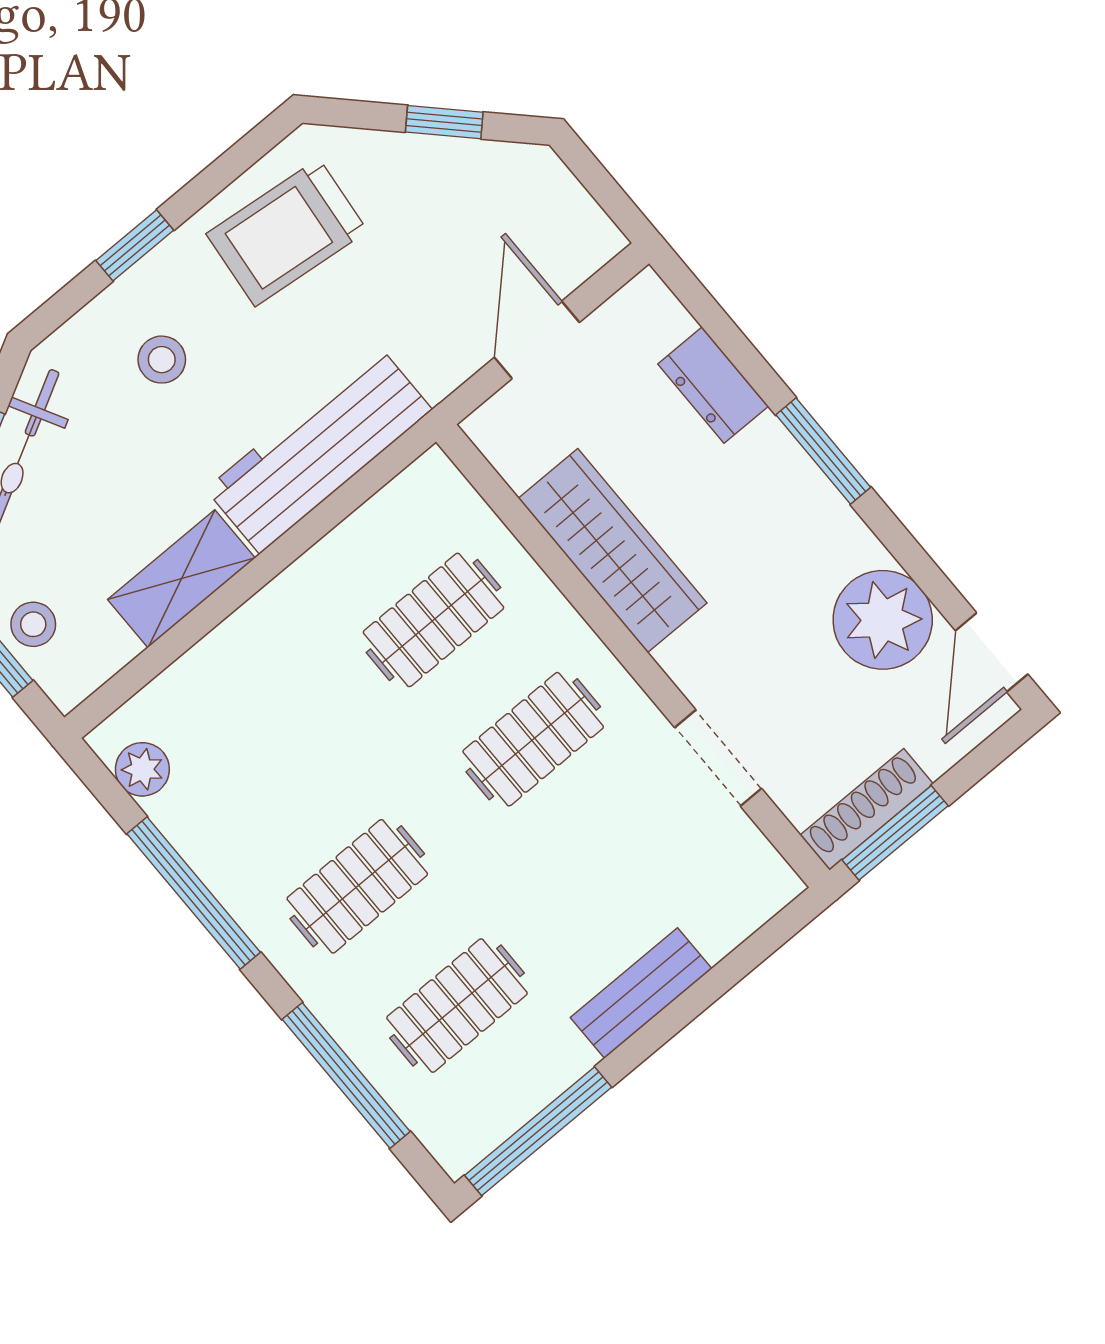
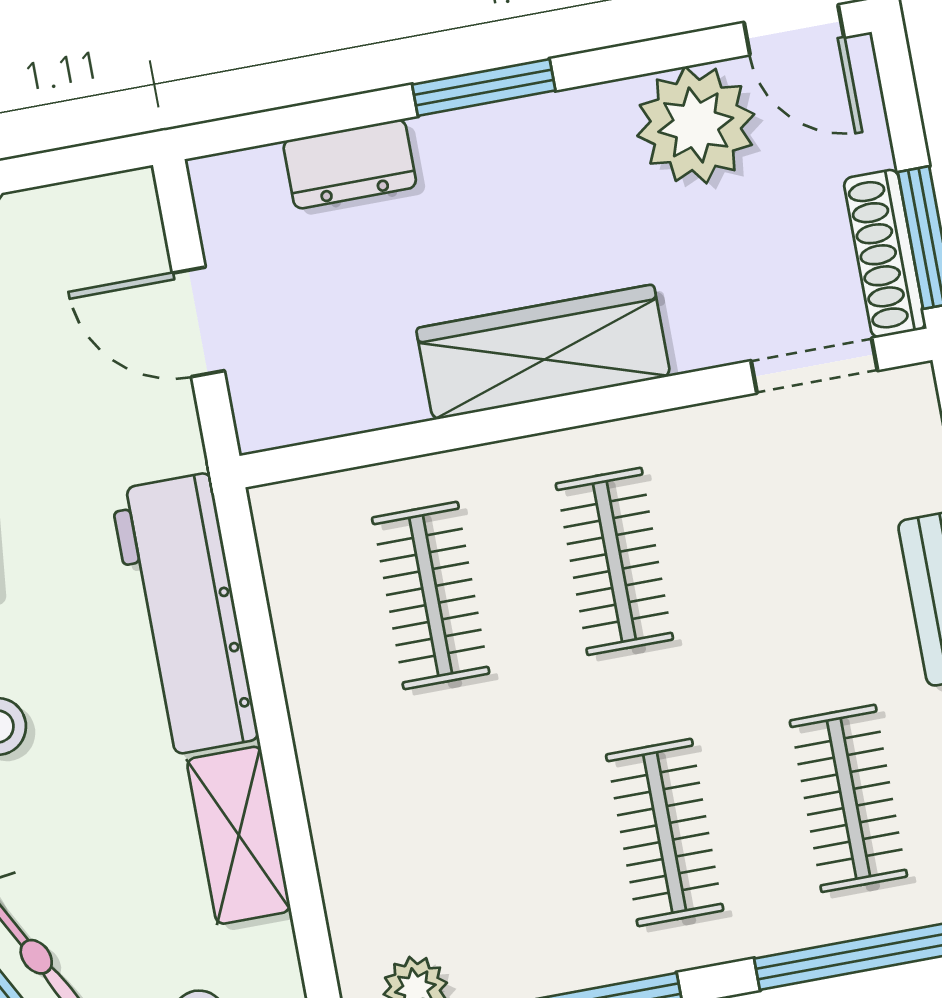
wardrobe: (613, 551) -> (543, 352), moved
doorway: (718, 758) -> (814, 366), moved

